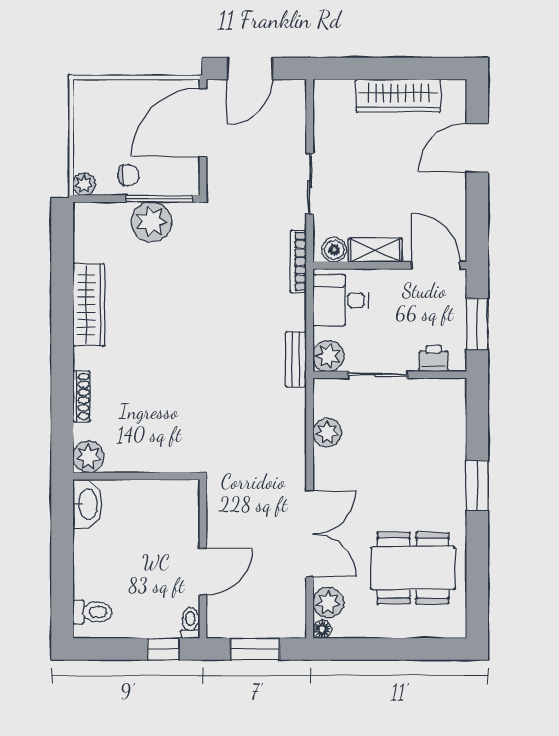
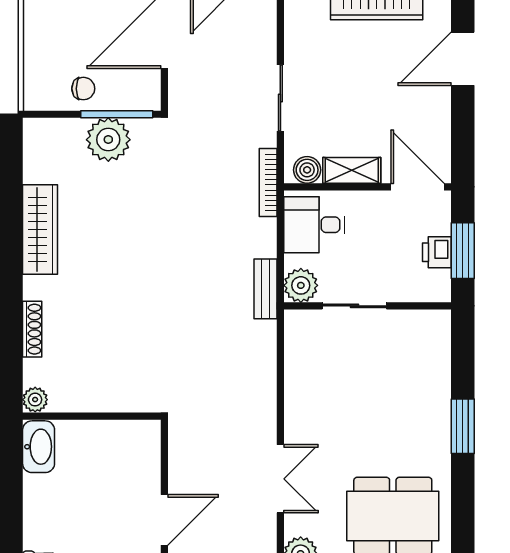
plant: (84, 184) -> (35, 98), removed
printer: (434, 358) -> (437, 252), moved, turned -90
plant: (327, 433) -> (299, 369), removed
plant: (88, 457) -> (35, 400), width x0.73, depth x0.73
double door: (310, 534) -> (280, 479), width x0.73

